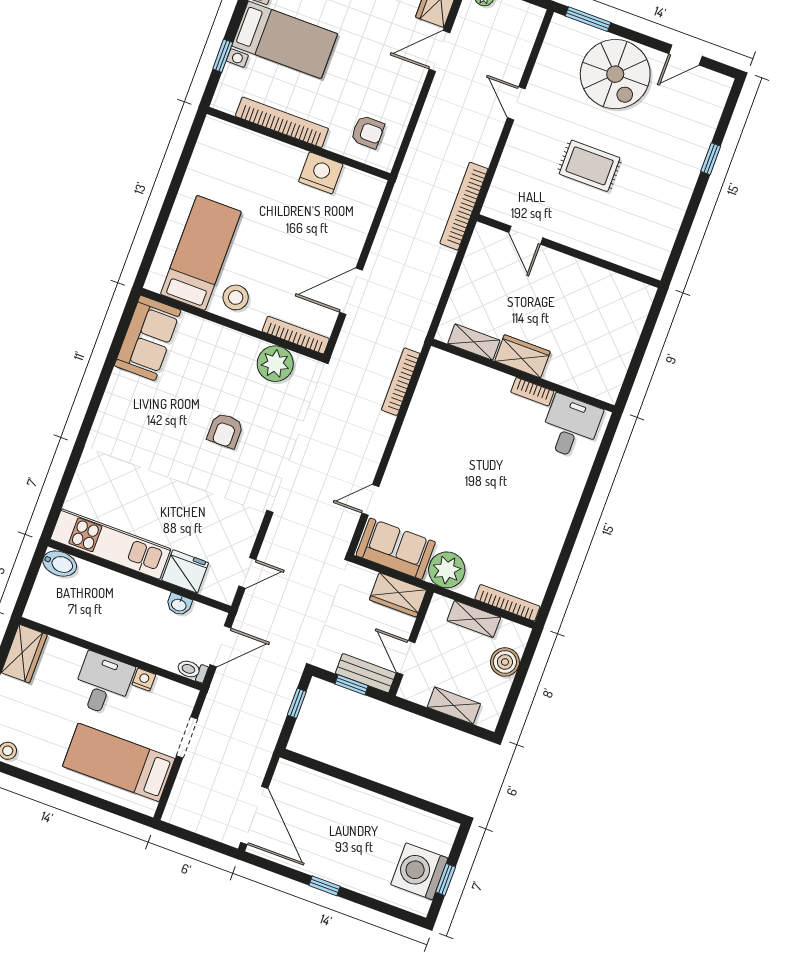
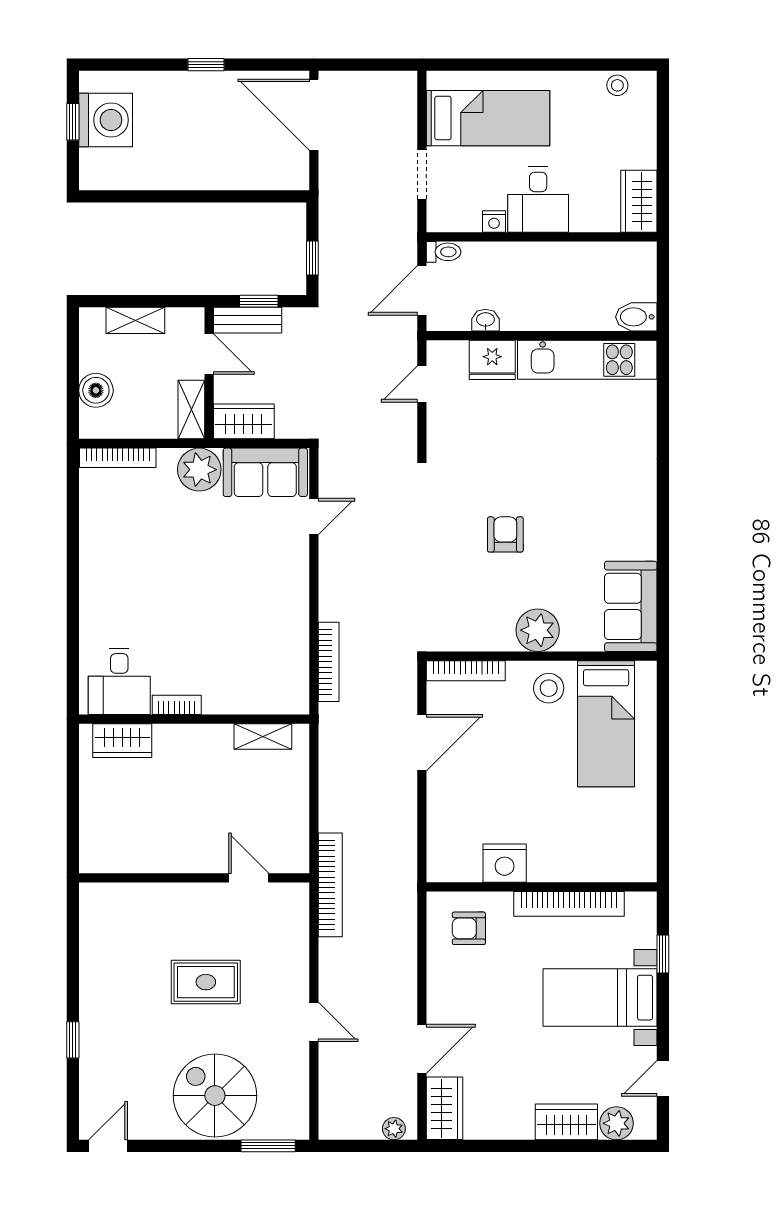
door: (685, 55) -> (108, 1146), moved
wardrobe: (522, 356) -> (122, 741), moved
plant: (275, 364) -> (538, 630), moved
shelving: (474, 619) -> (191, 410), moved, turned 90

